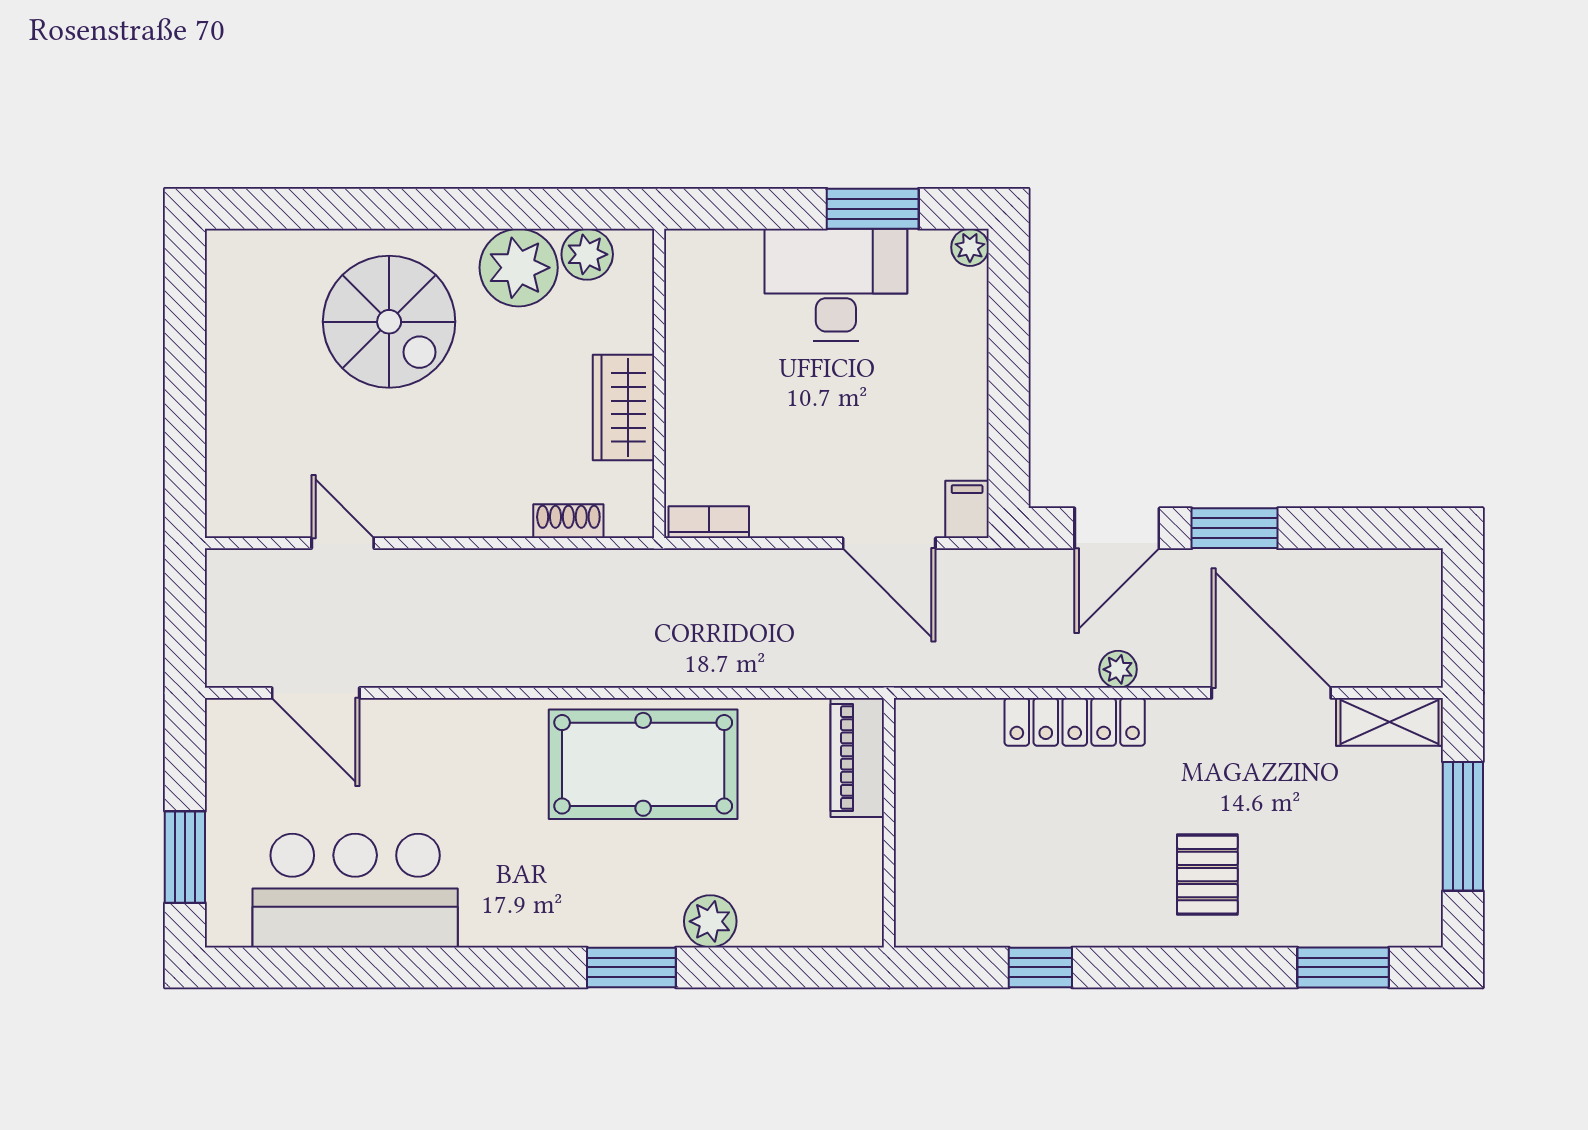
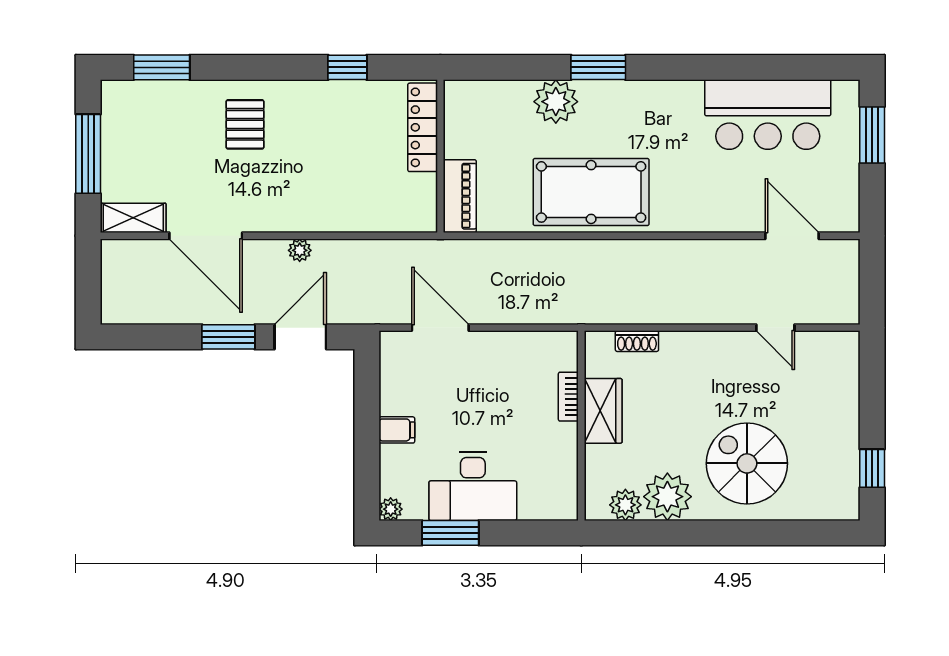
window: (185, 314) -> (872, 468), added
filing cabinet: (967, 509) -> (397, 430), moved, turned -90
bookcase: (709, 522) -> (568, 397), moved, turned 90
locker: (1075, 722) -> (423, 127), moved, turned -90
plant: (710, 921) -> (556, 102), width x1.36, depth x1.36

